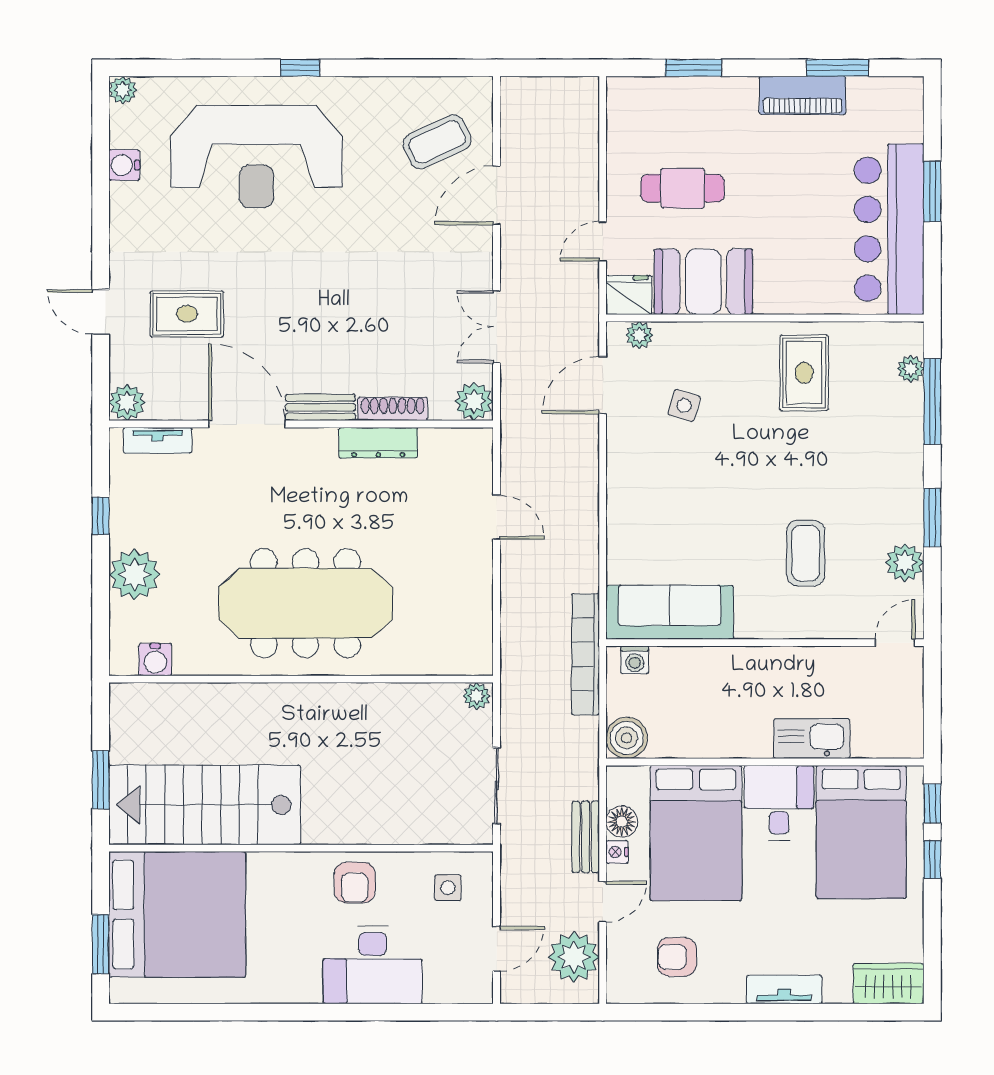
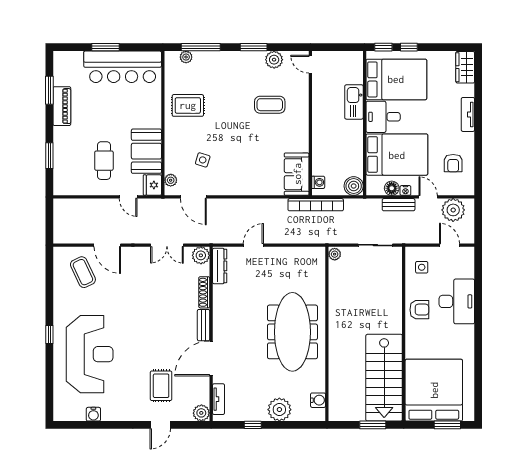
plant: (123, 90) -> (59, 415), removed
dresser: (378, 443) -> (220, 266), moved
sofa: (670, 612) -> (297, 174), width x0.73

